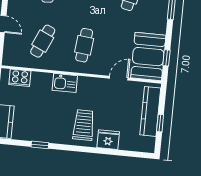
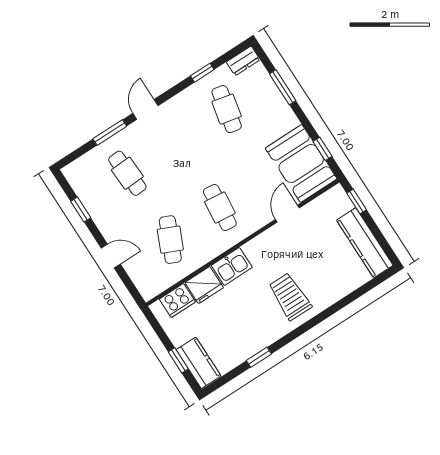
kitchen counter: (150, 111) -> (365, 243), moved
window: (160, 123) -> (357, 202), moved
fridge: (108, 140) -> (204, 285), moved, turned 180

